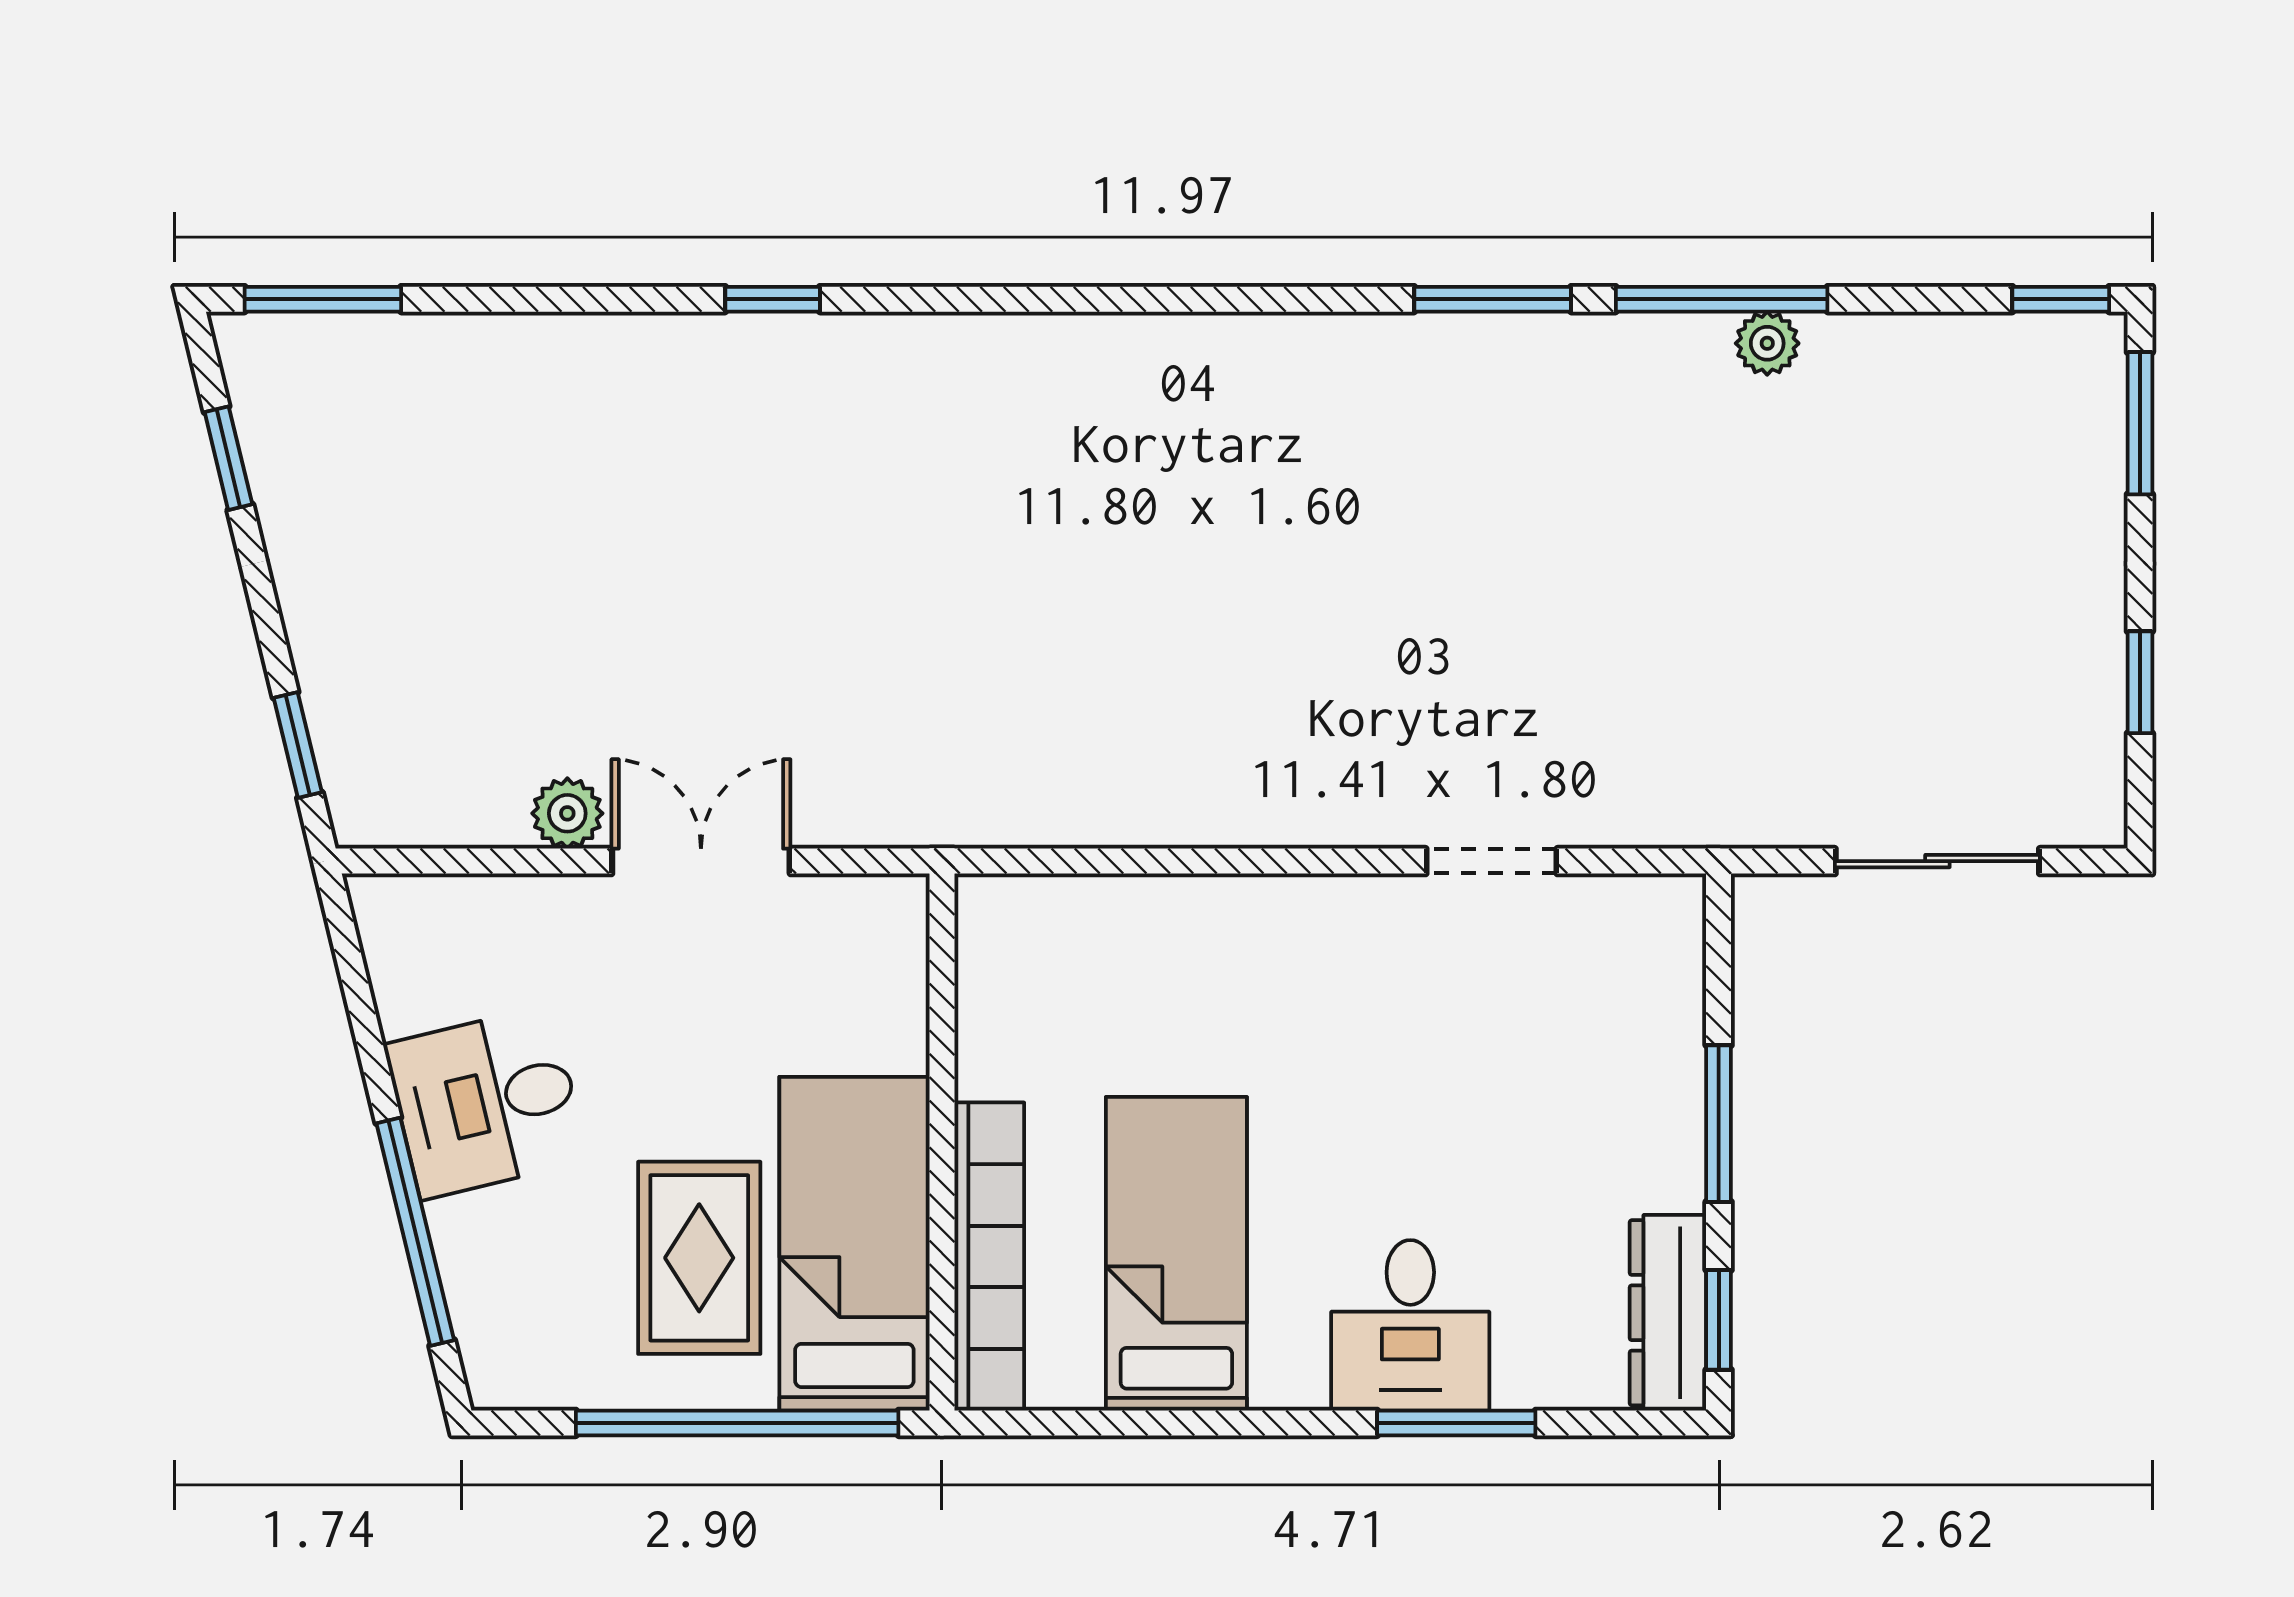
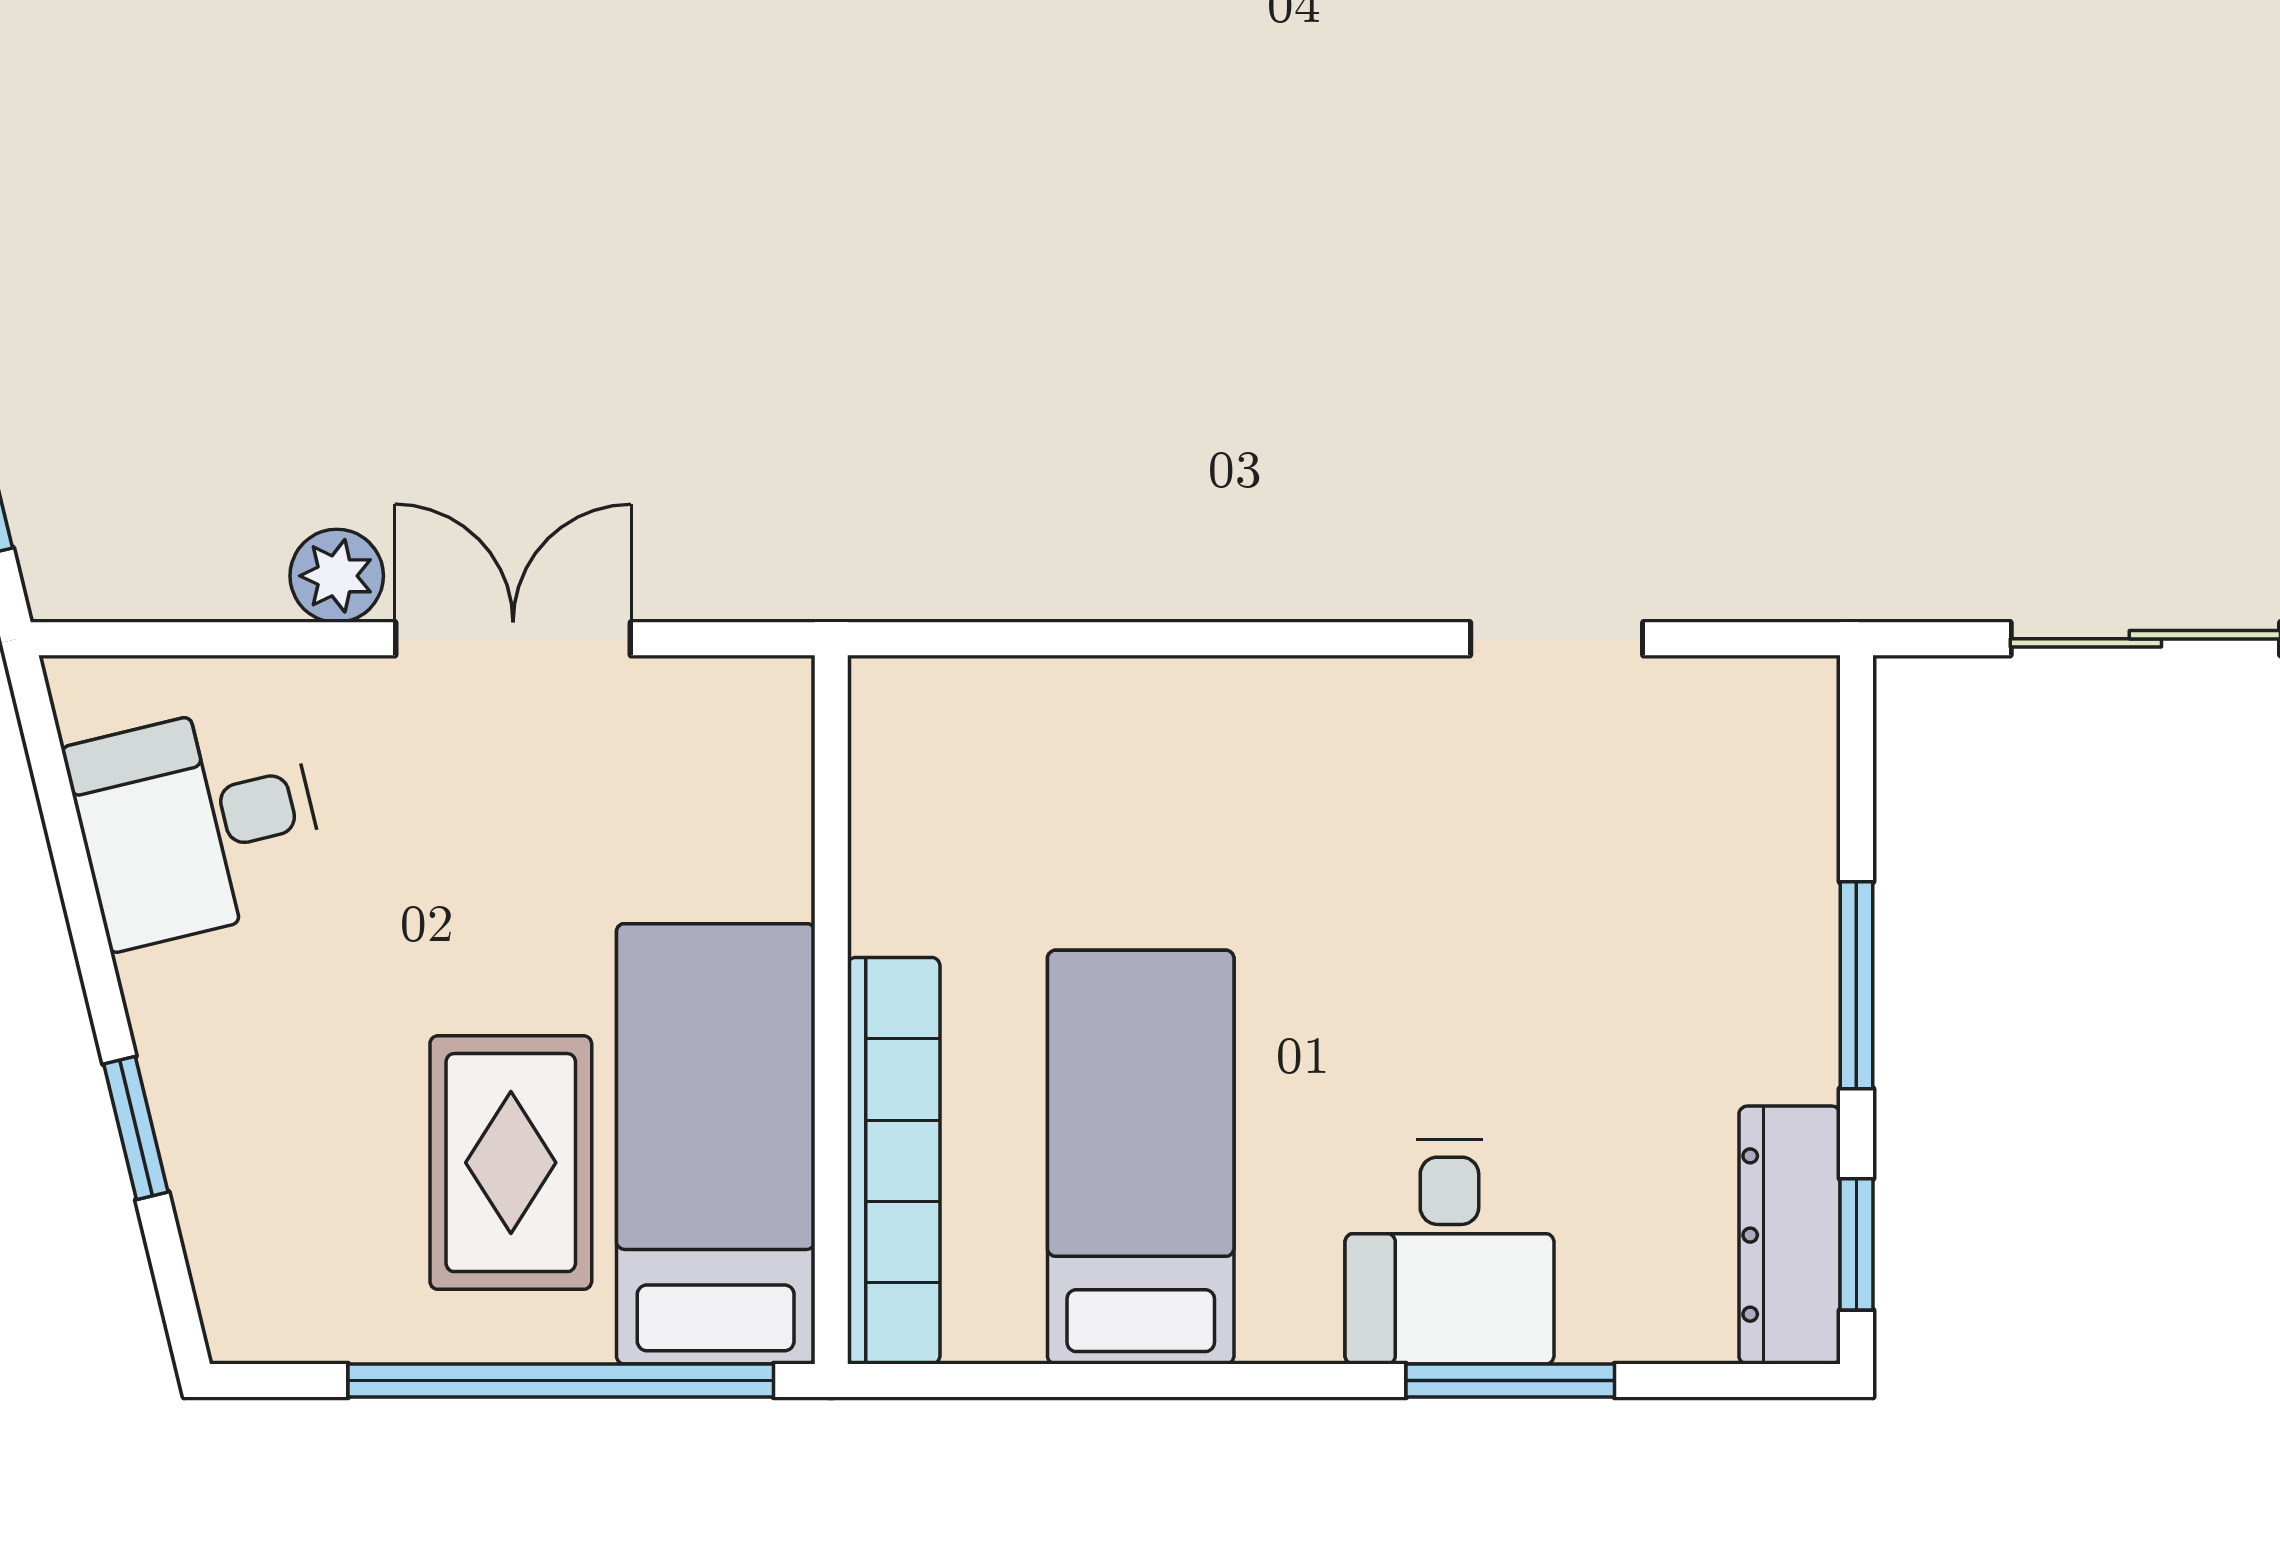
desk: (486, 1102) -> (197, 824), moved
window: (415, 1232) -> (136, 1128), width x0.46

